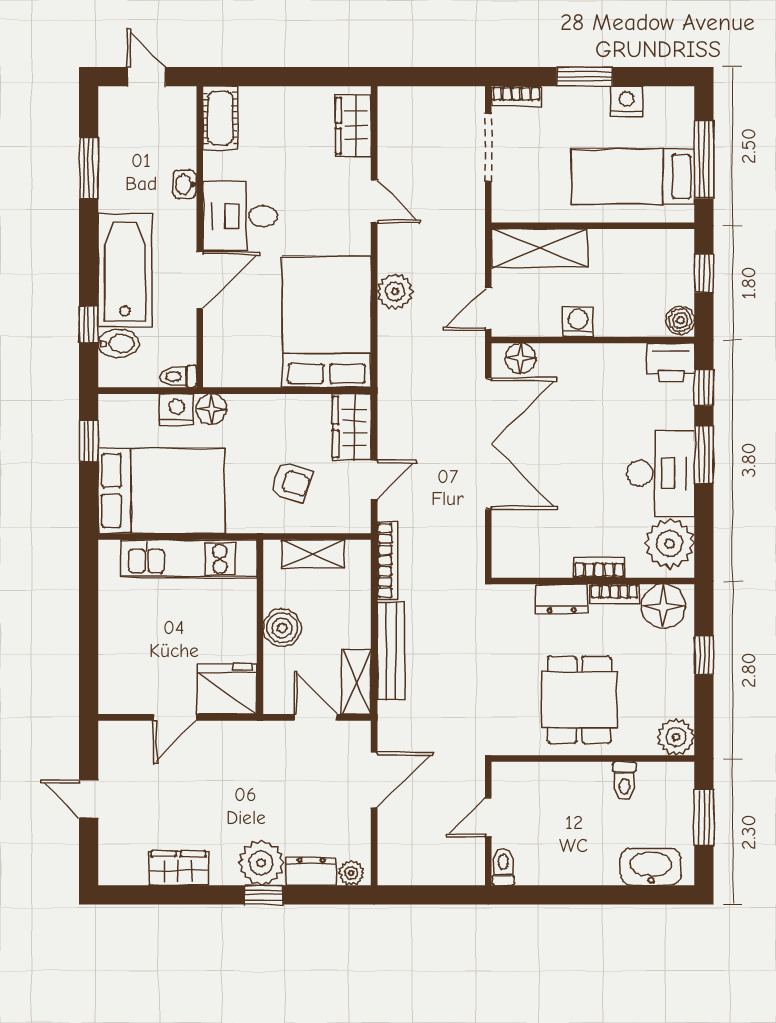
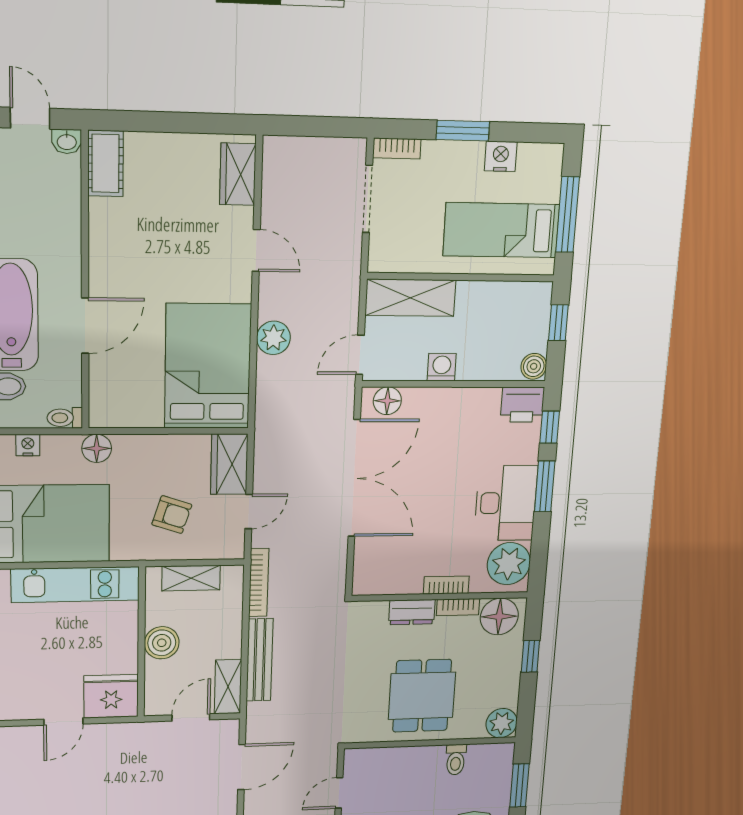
washbasin: (185, 184) -> (67, 141), moved, turned -90
desk: (240, 216) -> (125, 263), removed
nightstand: (177, 409) -> (28, 445), moved, width x0.72, depth x0.74
door: (316, 717) -> (191, 717), hinge flipped

